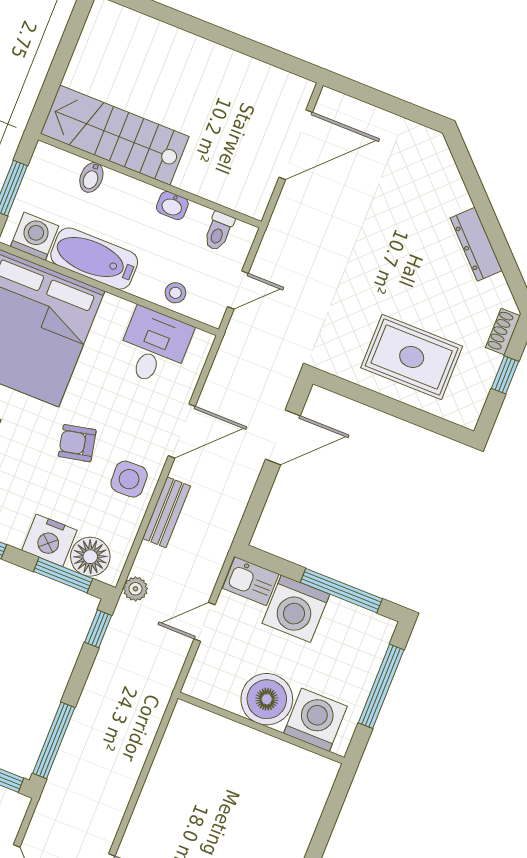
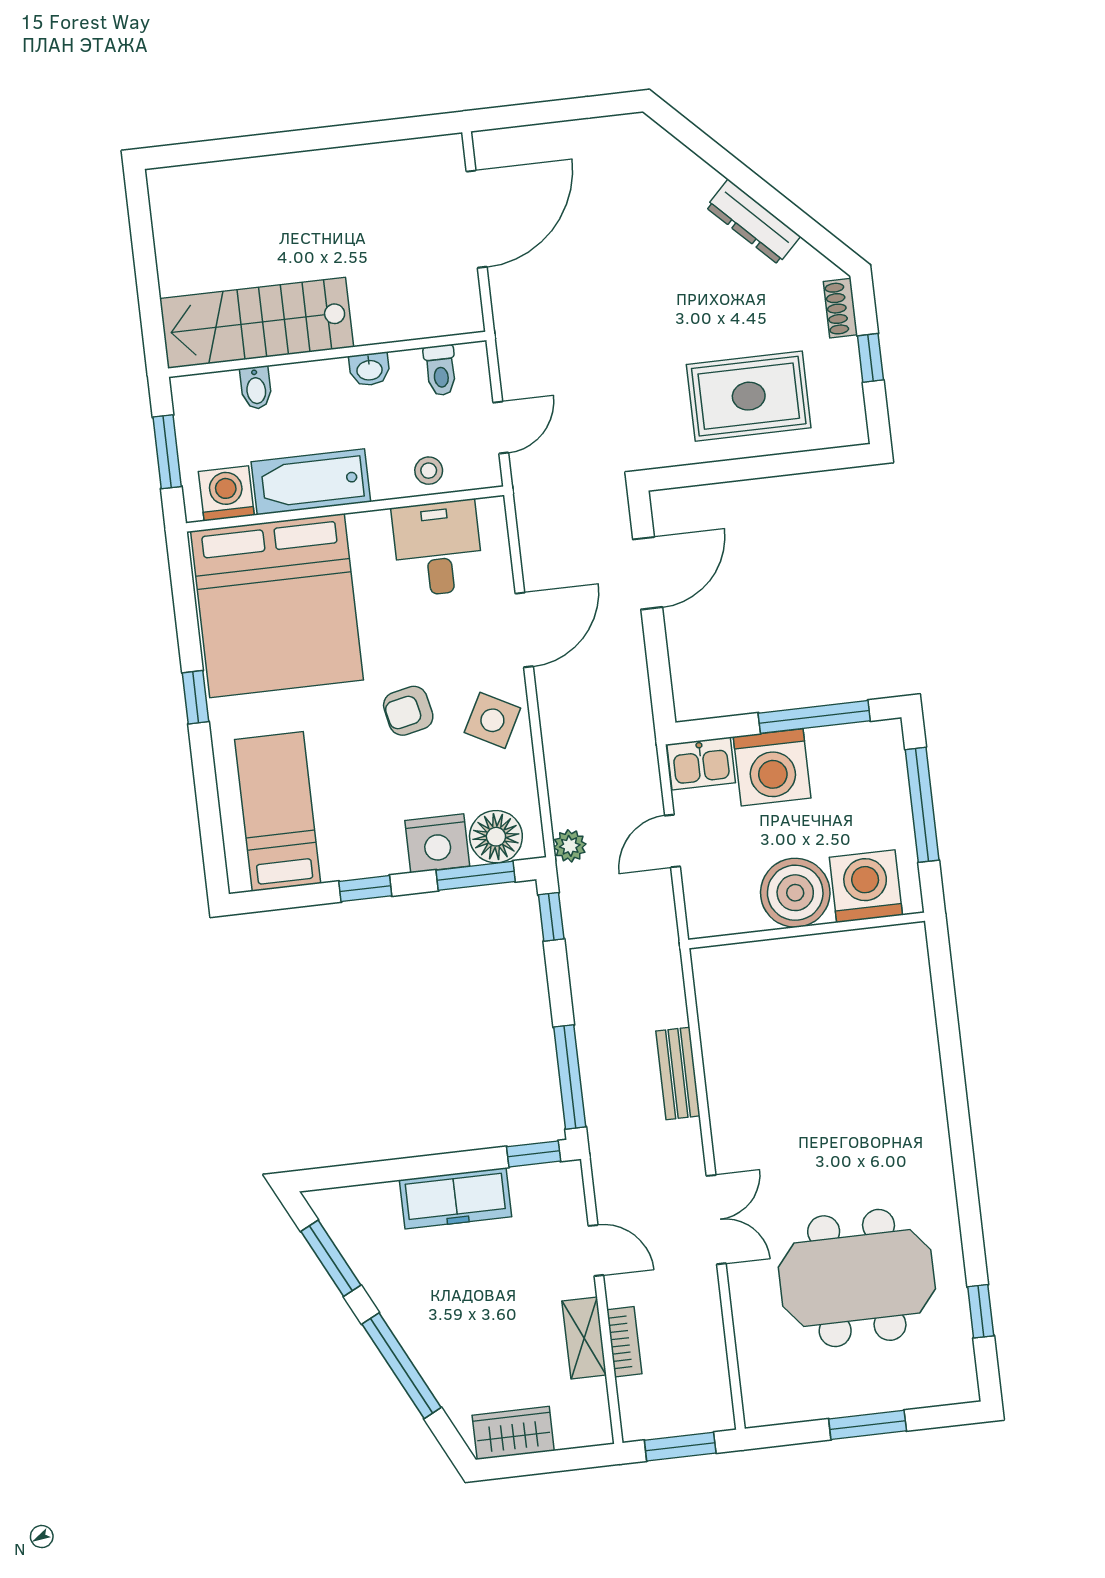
side table: (129, 479) -> (492, 720), turned 30
bench: (166, 512) -> (678, 1073), moved

